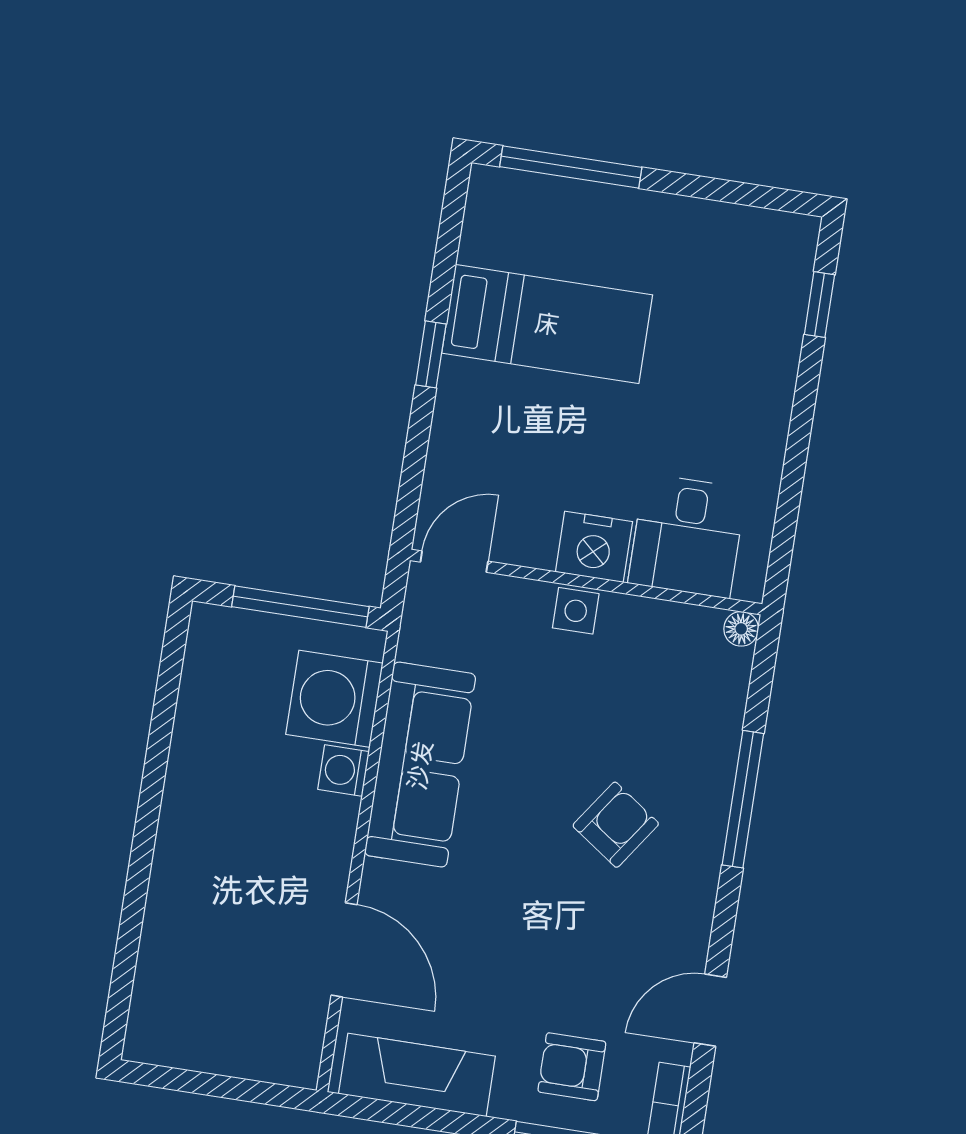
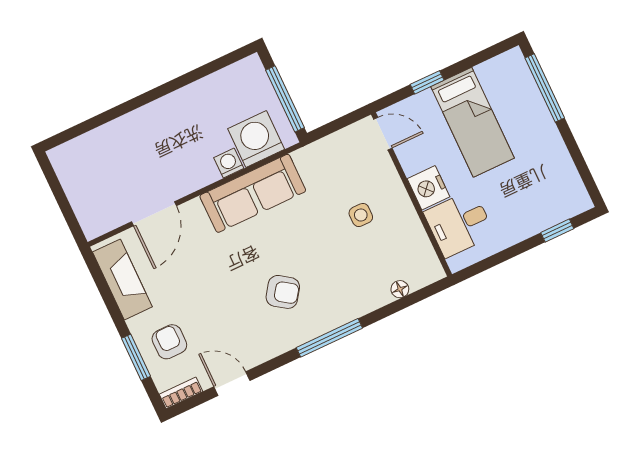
desk: (687, 536) -> (459, 224), moved
nightstand: (594, 547) -> (428, 188), moved
door: (454, 562) -> (383, 134), moved
wall: (586, 582) -> (411, 194), moved

